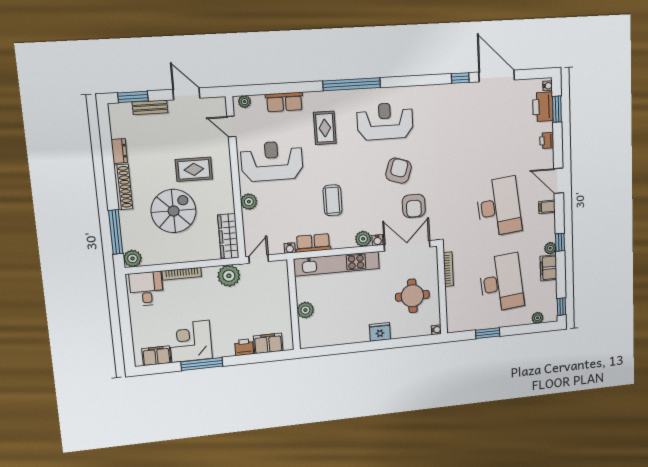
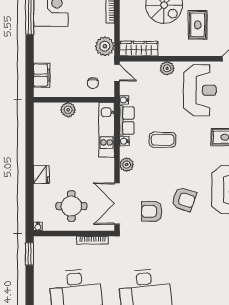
water cooler: (377, 240) -> (124, 141), moved
double door: (407, 246) -> (117, 204), swing flipped
kitchen unit: (337, 264) -> (107, 130), width x0.73
chair: (273, 285) -> (93, 83), added
window: (488, 333) -> (30, 254), moved
printer: (244, 347) -> (41, 54), removed

